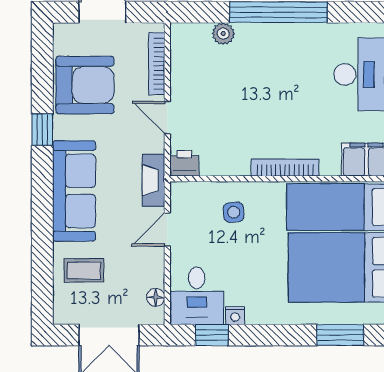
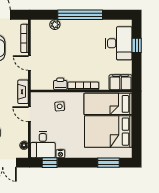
printer: (184, 163) -> (60, 84), moved
door: (167, 229) -> (29, 114), hinge flipped

